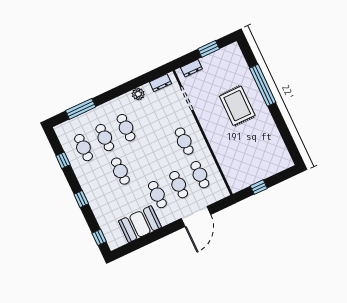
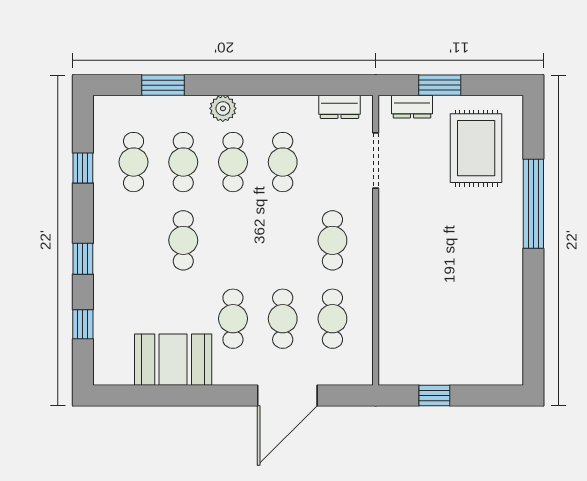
window: (209, 49) -> (440, 85), moved
plant: (138, 94) -> (223, 108), moved
rug: (237, 106) -> (476, 148), moved
window: (81, 109) -> (163, 85), width x0.69
cafe table: (147, 118) -> (283, 162), added
window: (99, 237) -> (83, 324), moved

